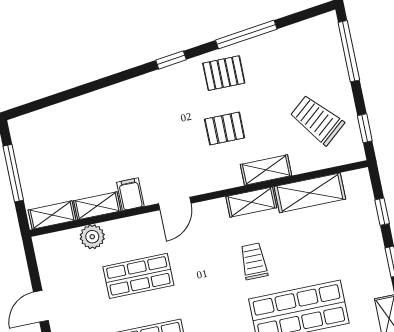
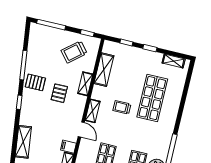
pallet: (224, 73) -> (35, 82), turned 90
shelving: (99, 103) -> (23, 142), added
shelving: (251, 202) -> (93, 111), moved

